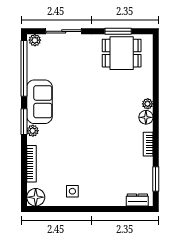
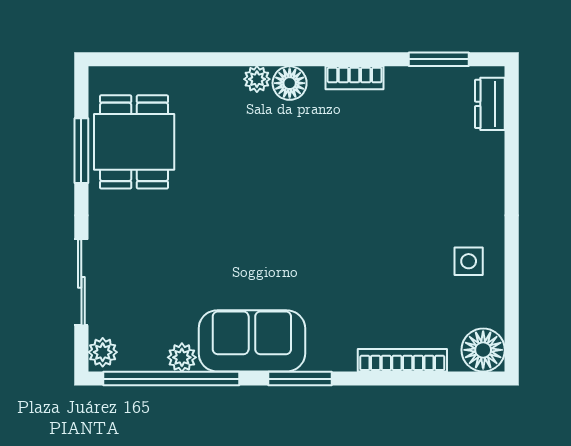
plant: (33, 131) -> (182, 357), moved

